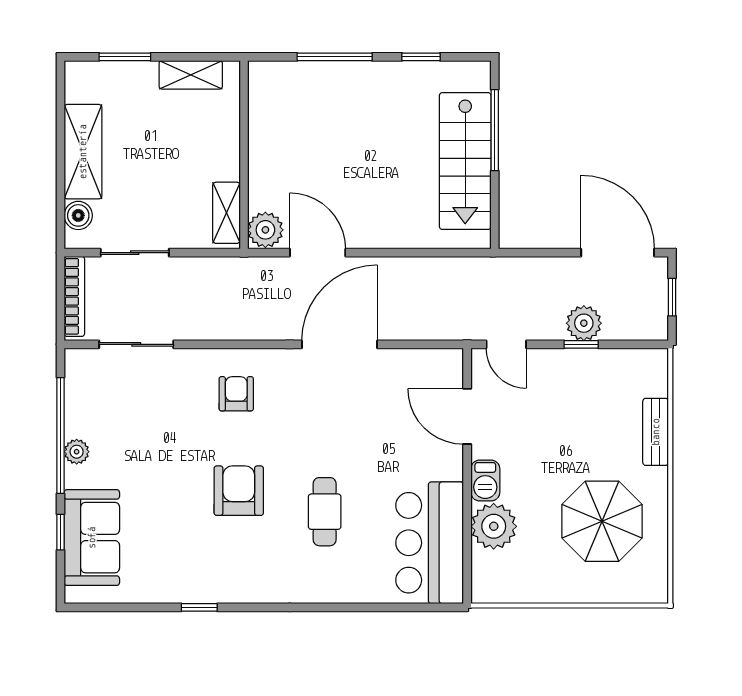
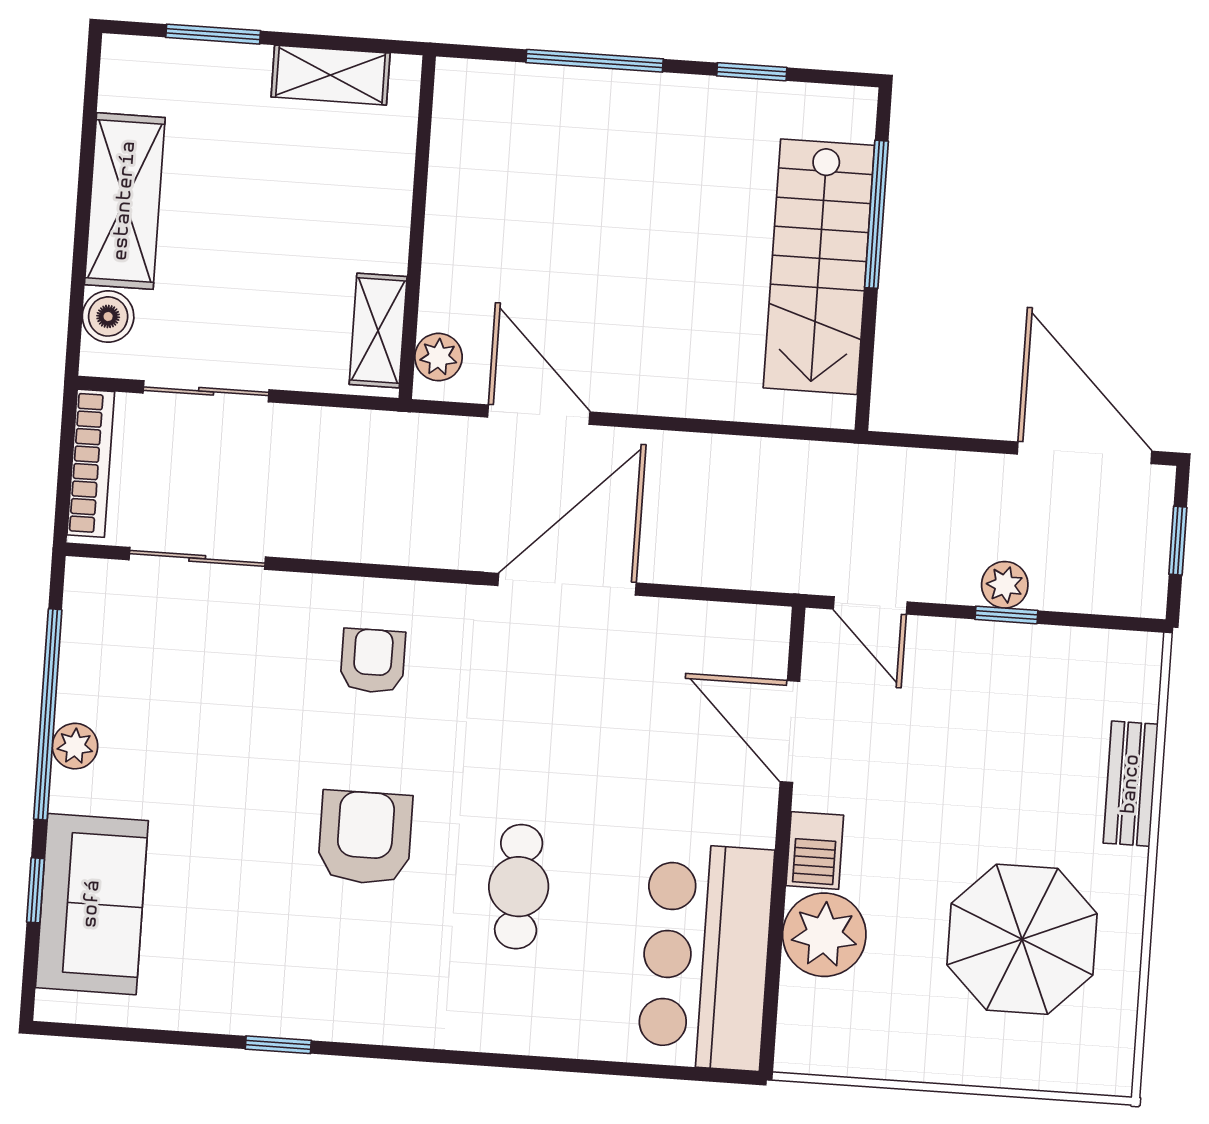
plant: (265, 230) -> (438, 357), width x0.73, depth x0.73
plant: (584, 323) -> (1005, 585), width x0.73, depth x0.73

